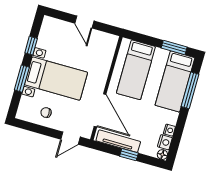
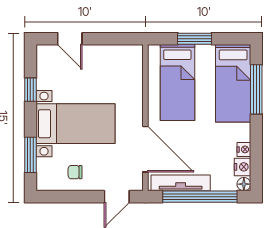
door: (84, 22) -> (70, 39), moved
window: (174, 47) -> (195, 39), moved
window: (22, 79) -> (30, 155), moved
window: (129, 155) -> (200, 197), width x3.17

